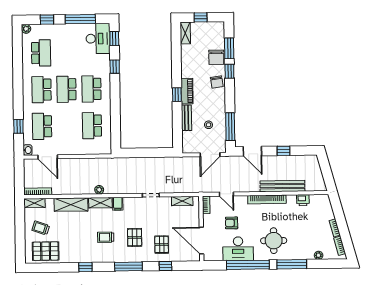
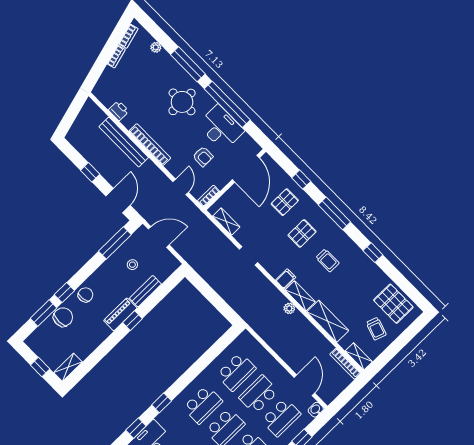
school desk: (67, 126) -> (259, 394), added

